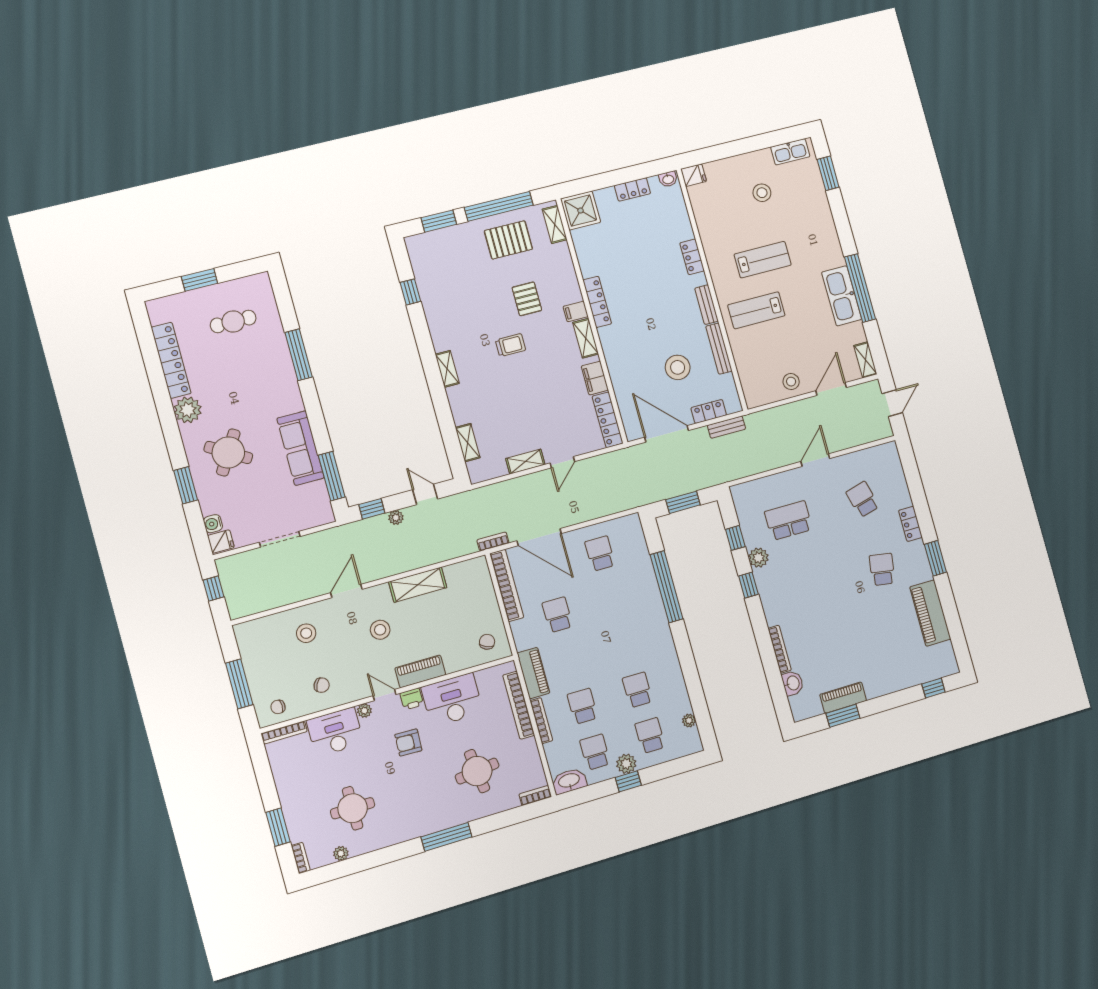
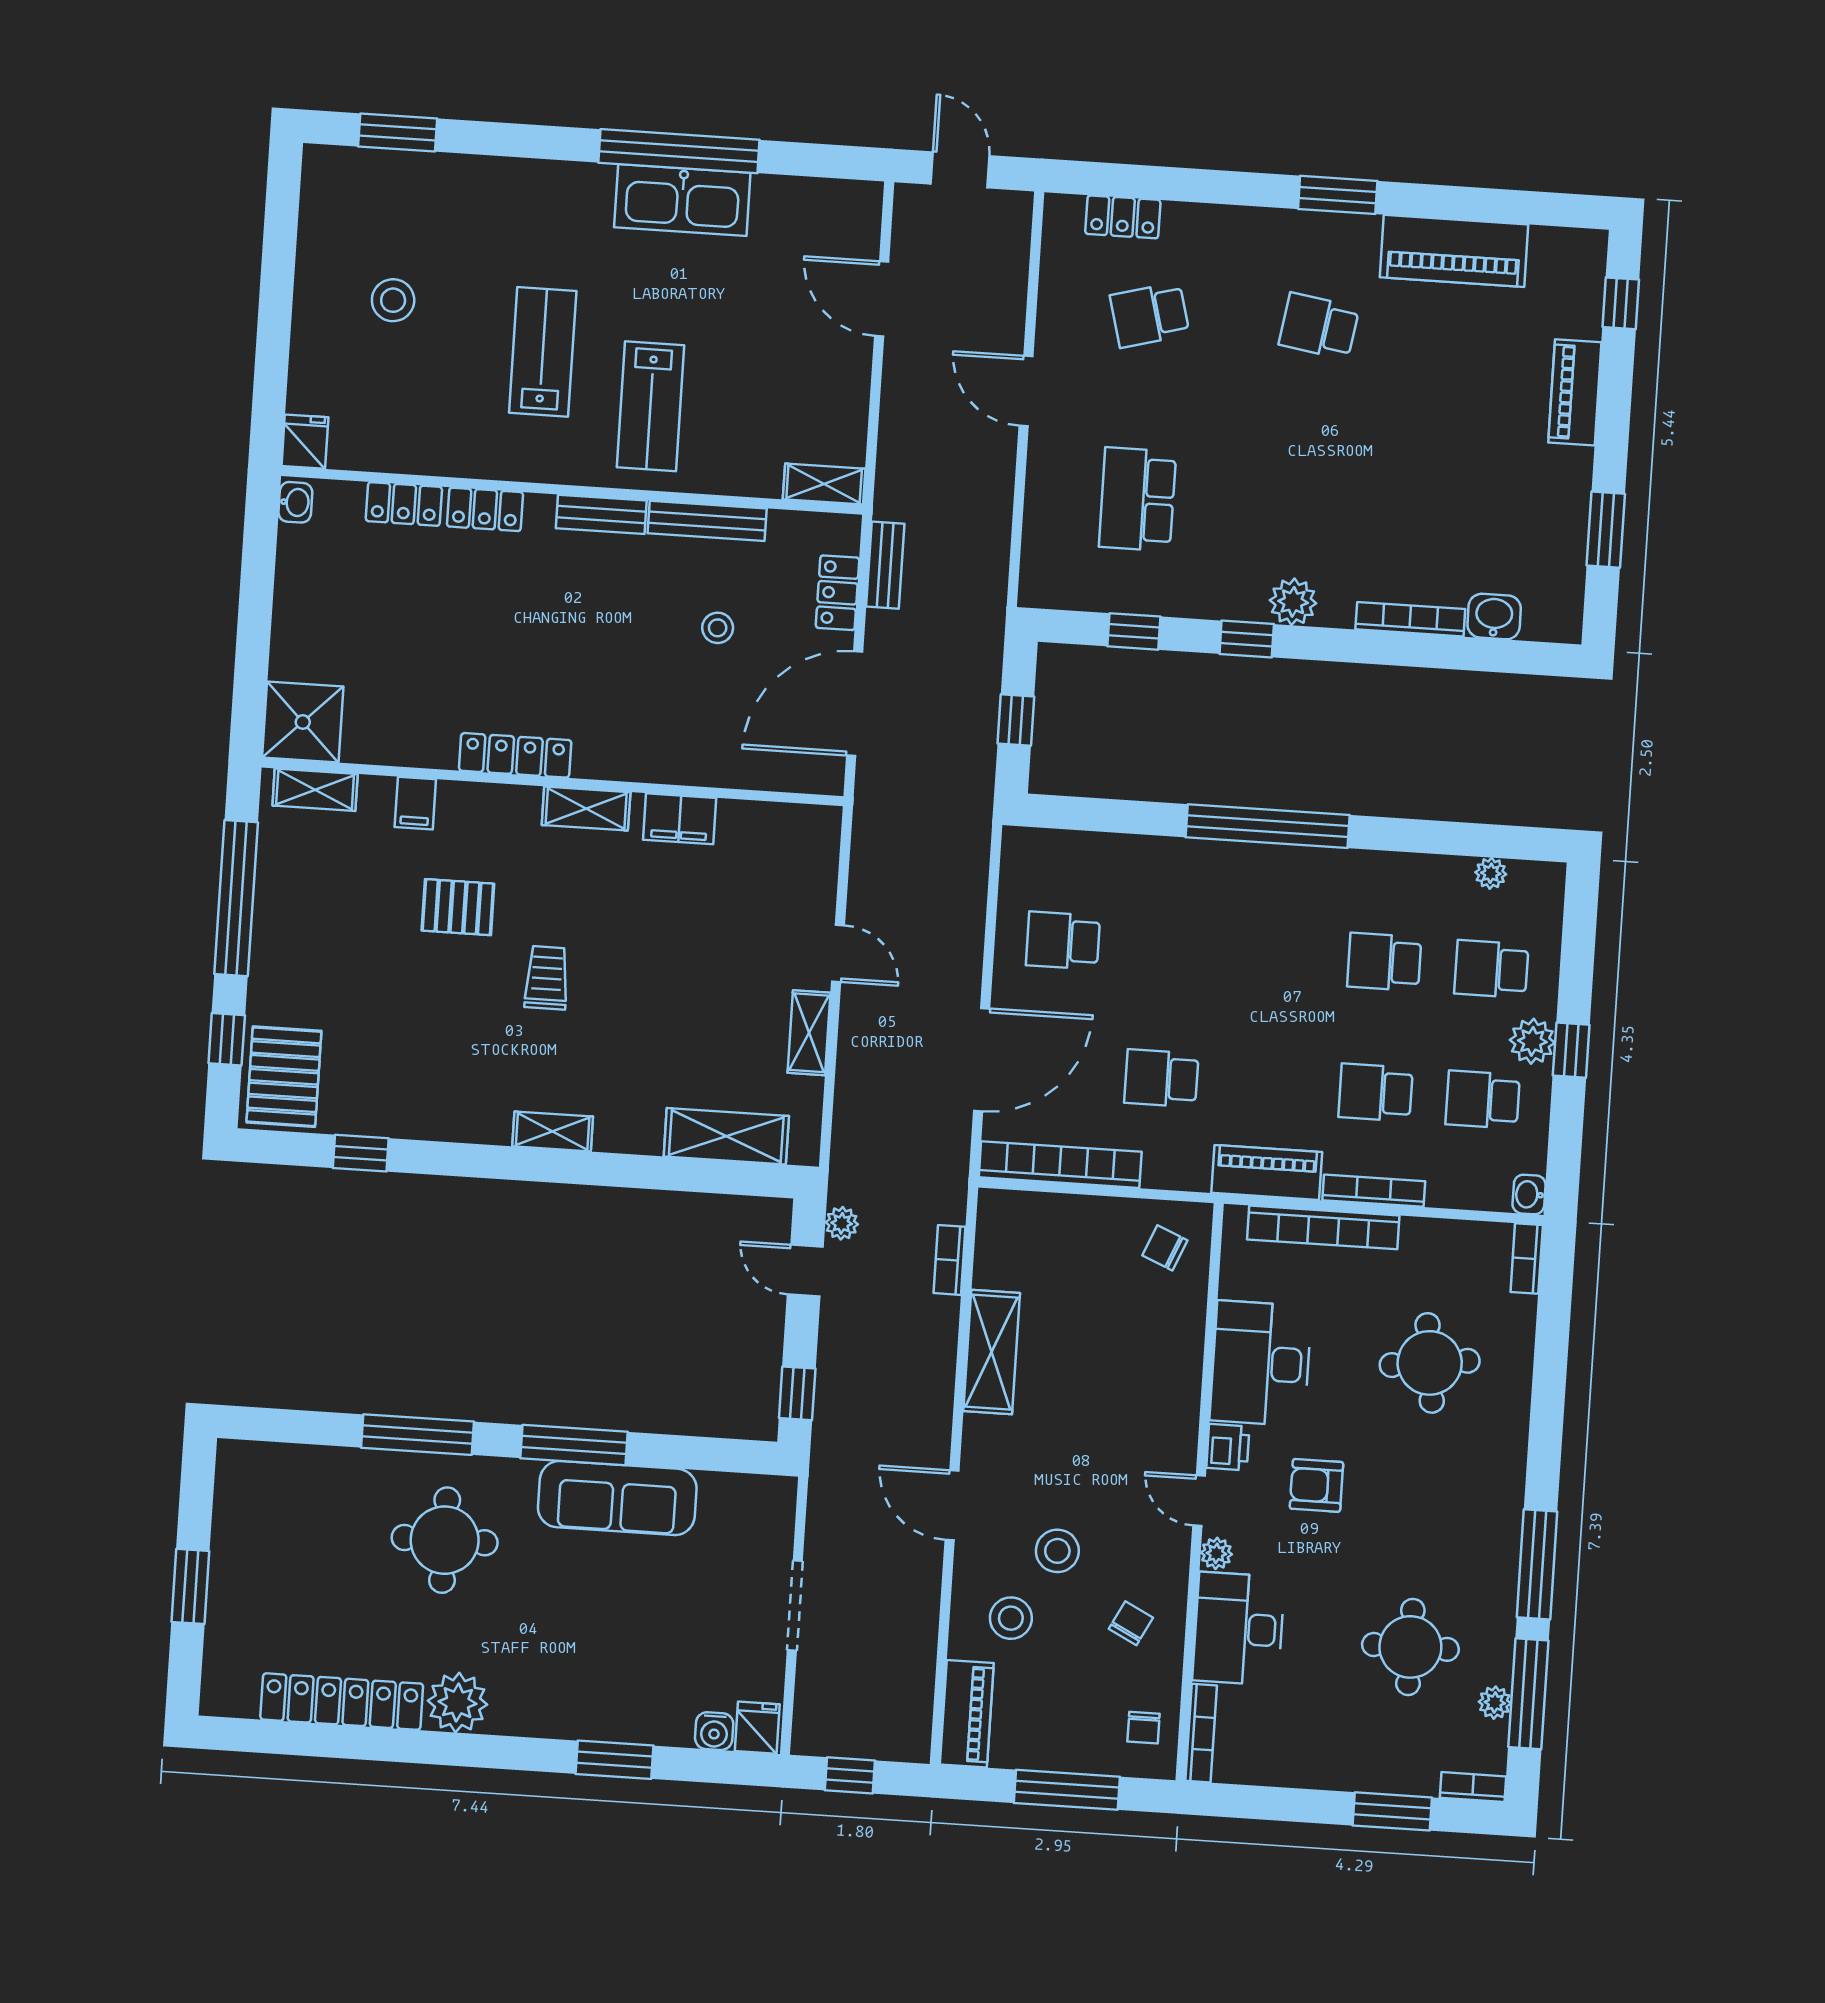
kitchen sink: (790, 152) -> (322, 202), removed
locker: (632, 189) -> (404, 504), moved, turned 90
window: (439, 221) -> (227, 1039), width x0.67
pallet: (508, 240) -> (284, 1077), moved
filing cabinet: (576, 311) -> (415, 803), moved
cafe table: (233, 321) -> (302, 1547), removed
shelving: (865, 360) -> (824, 484), moved
stool: (678, 367) -> (718, 628), width x0.53, depth x0.53
stool: (791, 382) -> (834, 384), removed
locker: (608, 420) -> (780, 823), removed
shelving: (468, 443) -> (726, 1136), width x1.50, depth x1.33
round table: (228, 452) -> (445, 1540), moved, turned -31
window: (332, 476) -> (574, 1445), moved
door: (425, 494) -> (805, 1271), hinge flipped
window: (683, 502) -> (1016, 720), width x0.67
plant: (396, 518) -> (842, 1223), moved
locker: (910, 524) -> (1123, 217), moved
bookcase: (493, 541) -> (950, 1260), moved
plant: (758, 558) -> (1293, 602), moved
window: (667, 587) -> (1268, 826), moved
stool: (380, 630) -> (1057, 1551), moved
piano: (420, 671) -> (967, 1714), moved, turned 180
door: (385, 695) -> (1199, 1501), hinge flipped
piano: (843, 698) -> (1575, 392), moved
armchair: (408, 742) -> (1316, 1485), turned 88
washbasin: (569, 781) -> (1529, 1194), width x0.52, depth x0.69
window: (446, 837) -> (1537, 1564), moved
window: (350, 866) -> (1528, 1694), added

